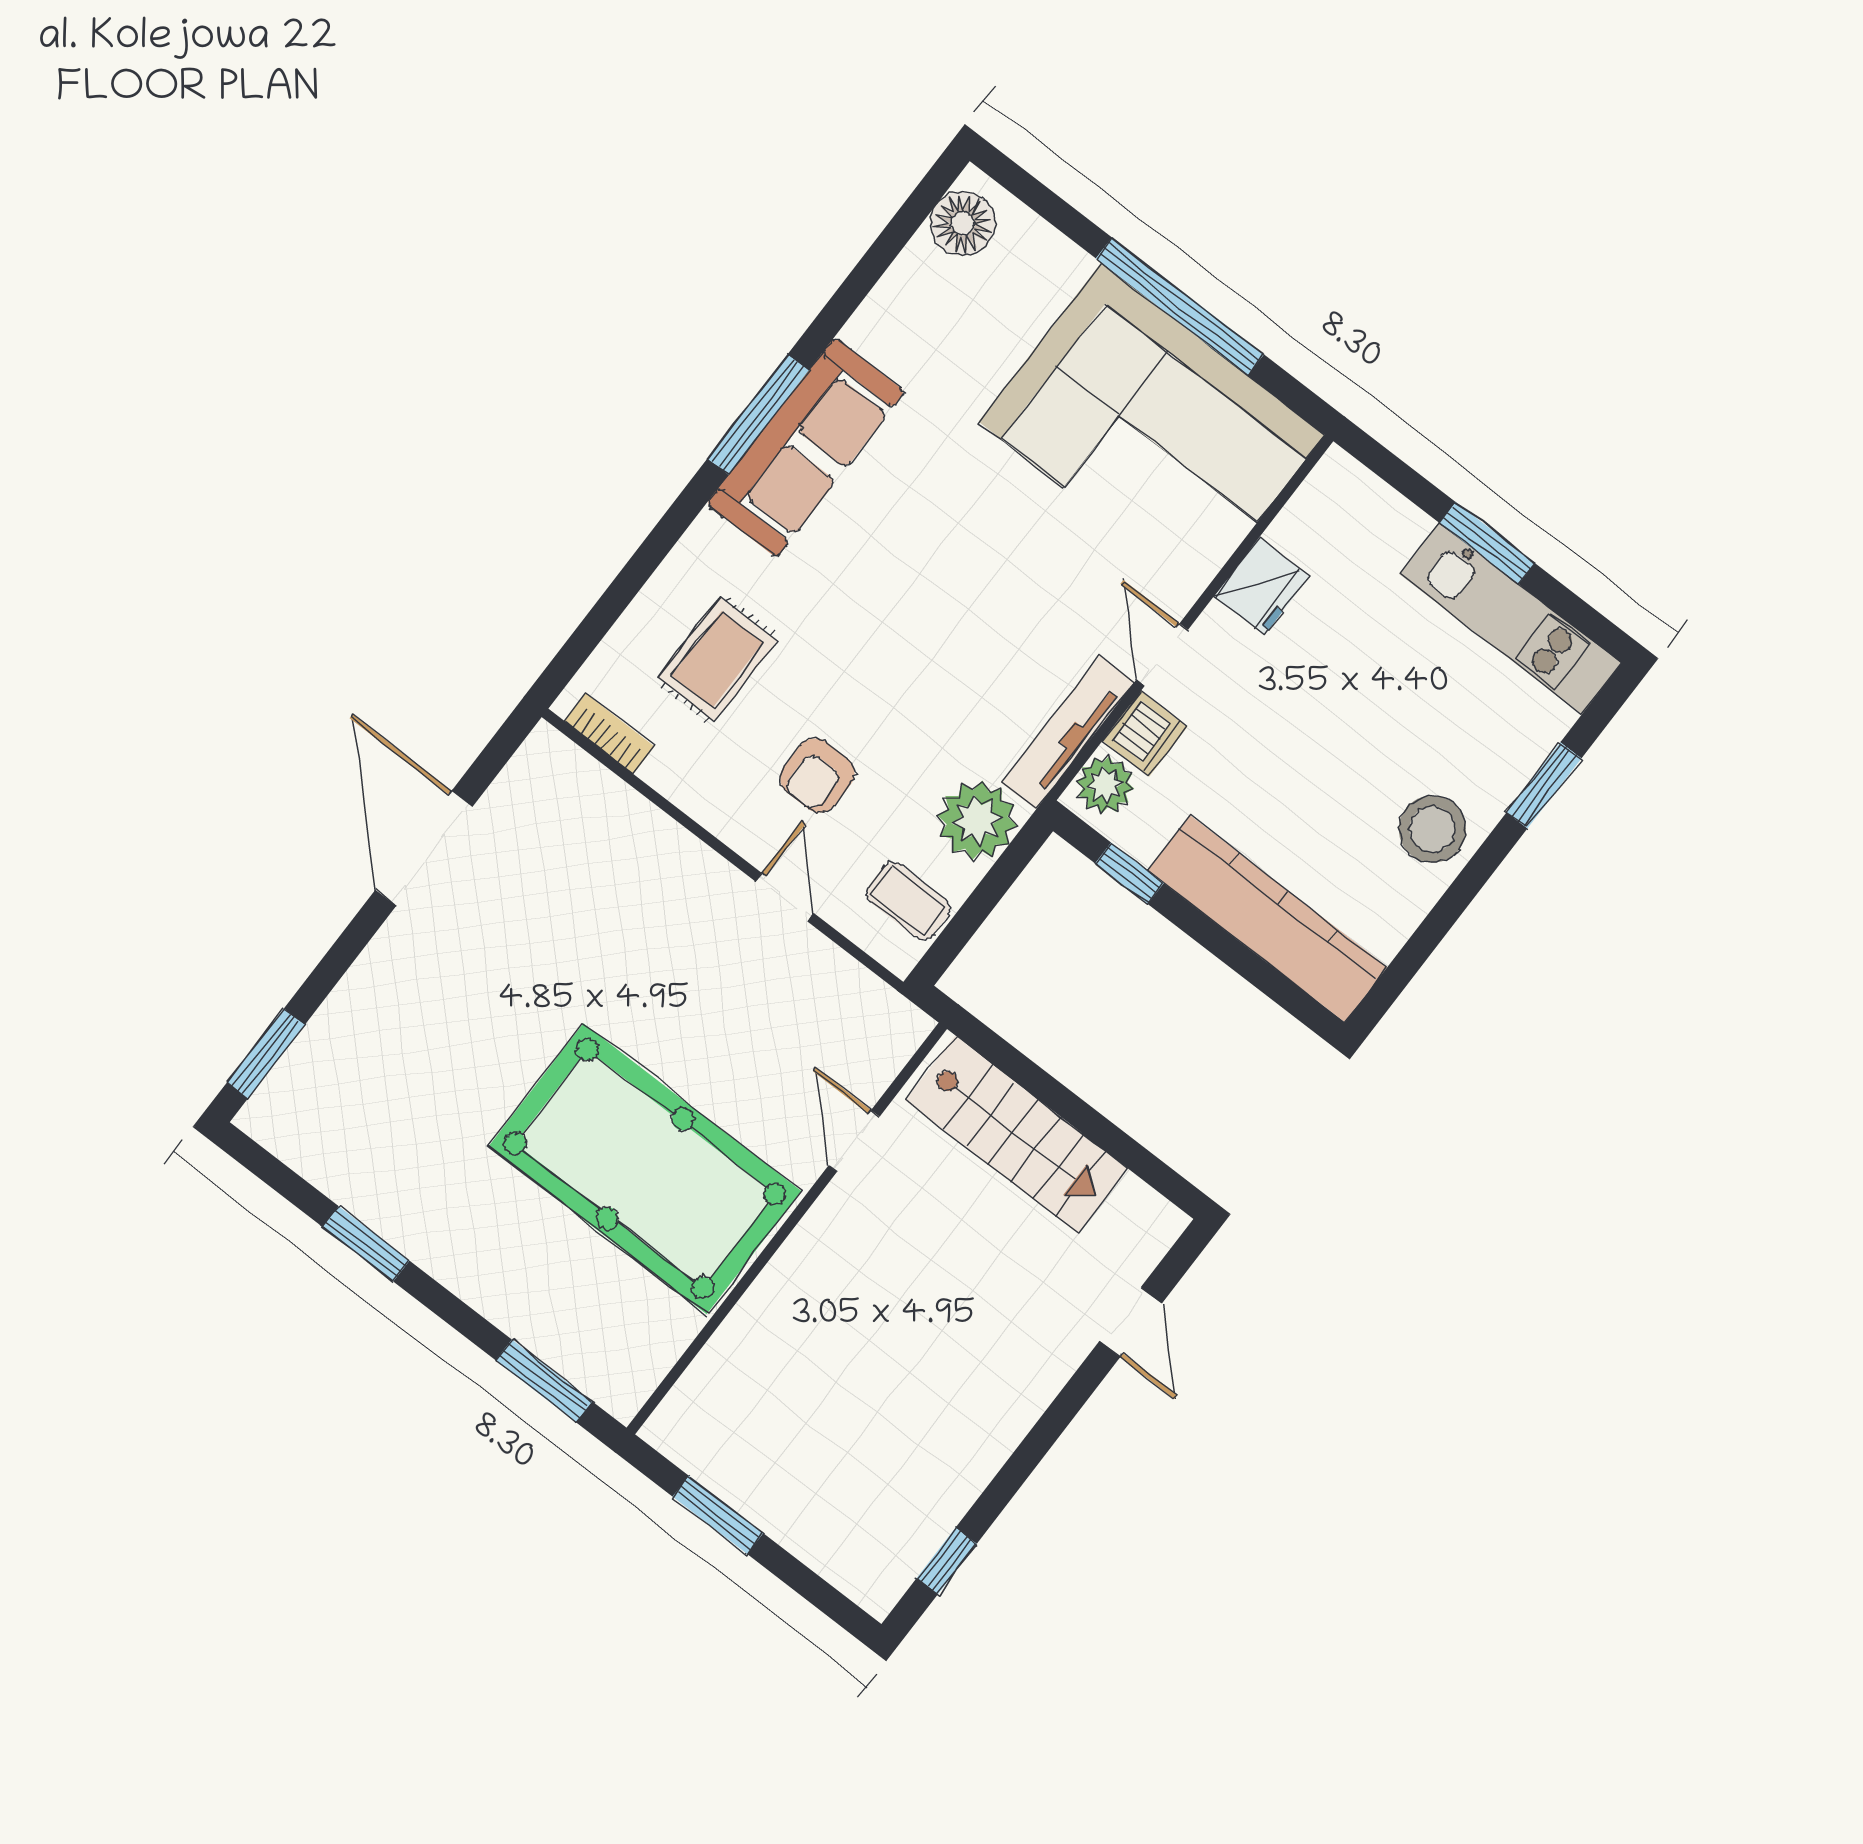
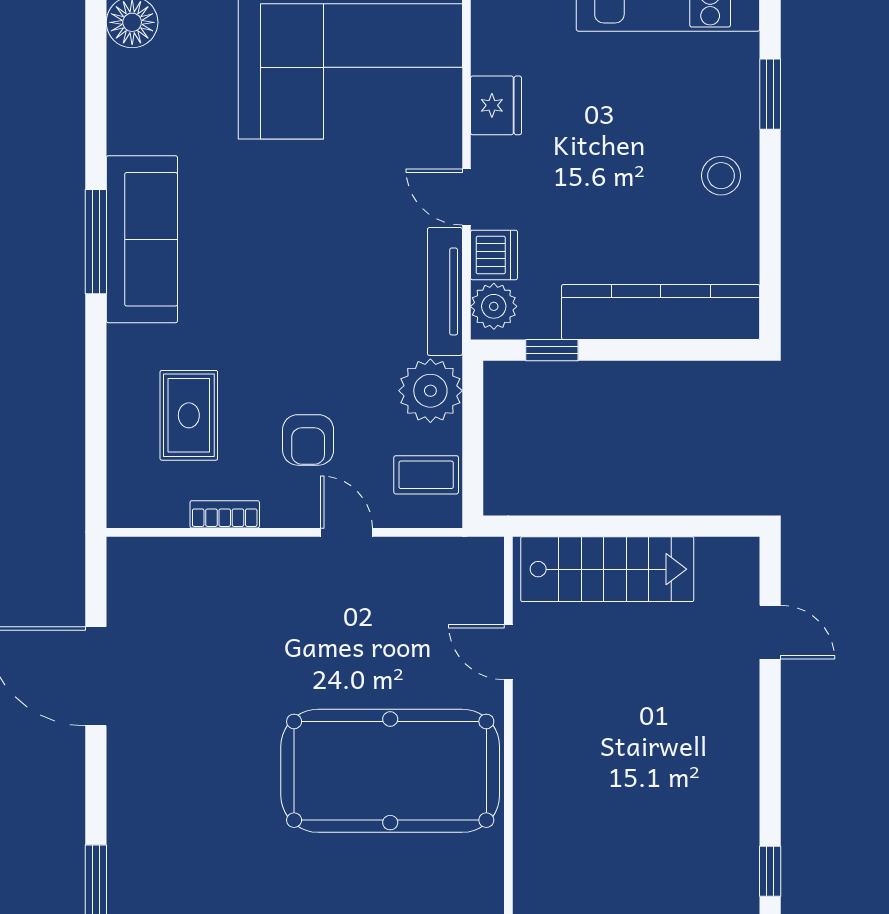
bookcase: (609, 734) -> (225, 514), moved
stool: (1432, 829) -> (721, 176), width x0.73, depth x0.73

